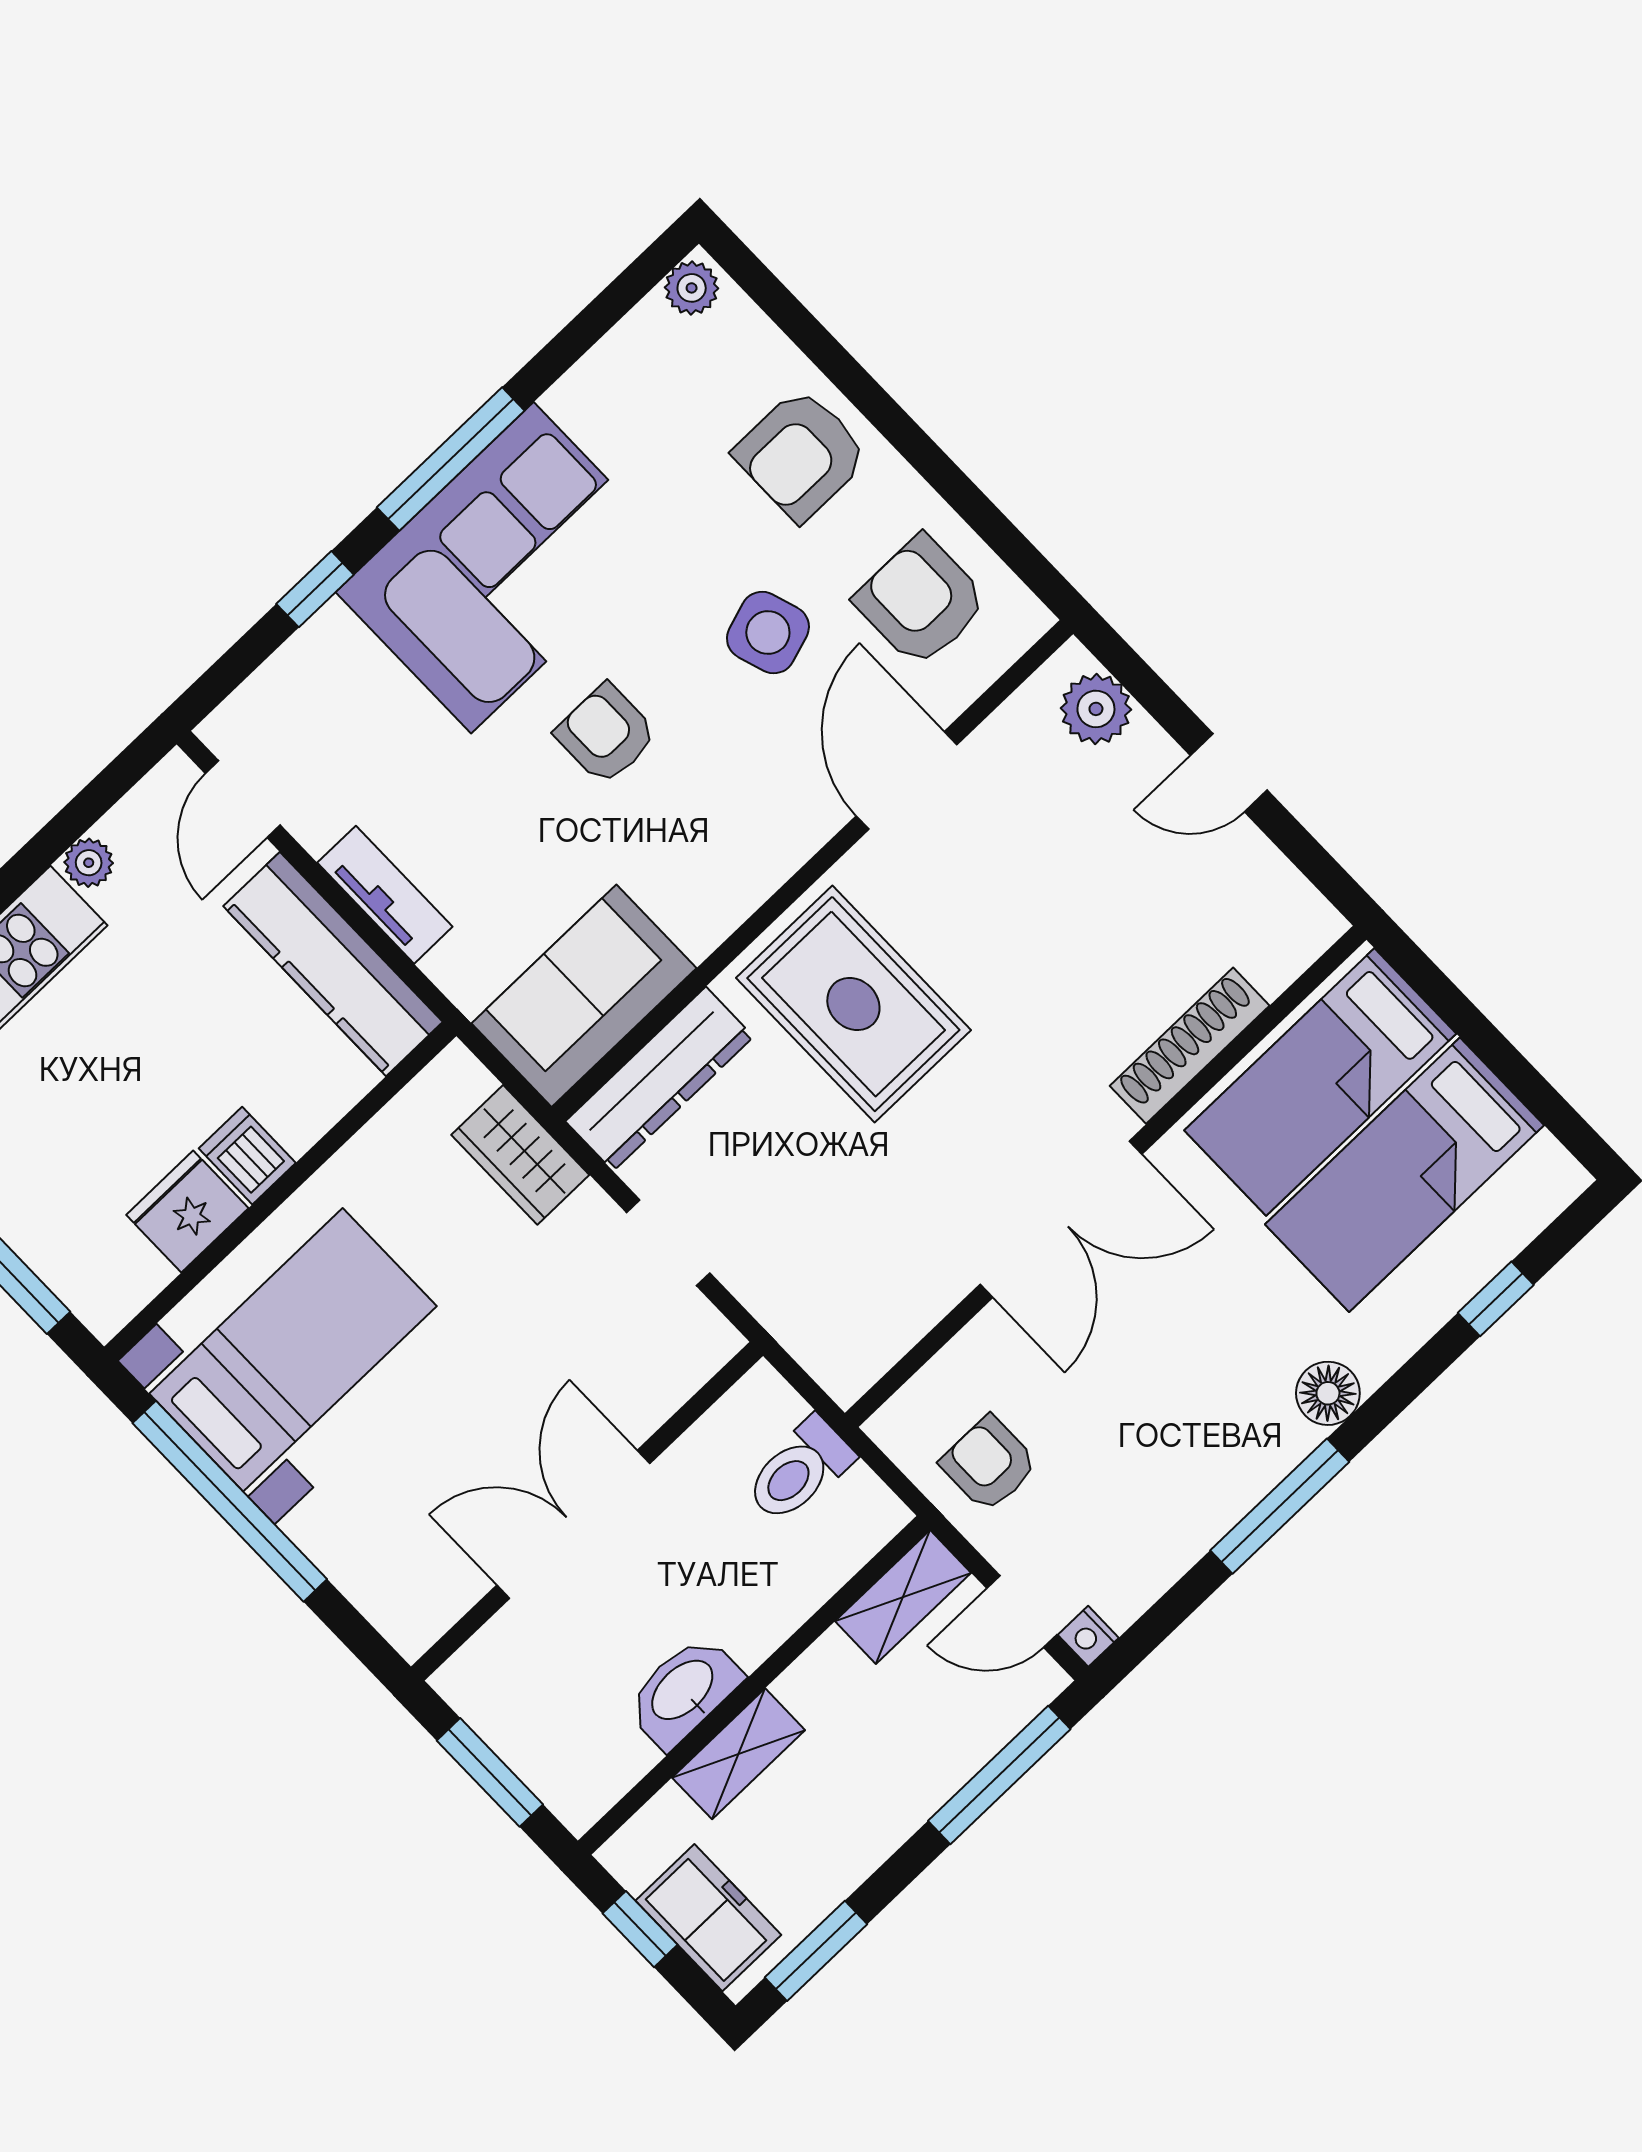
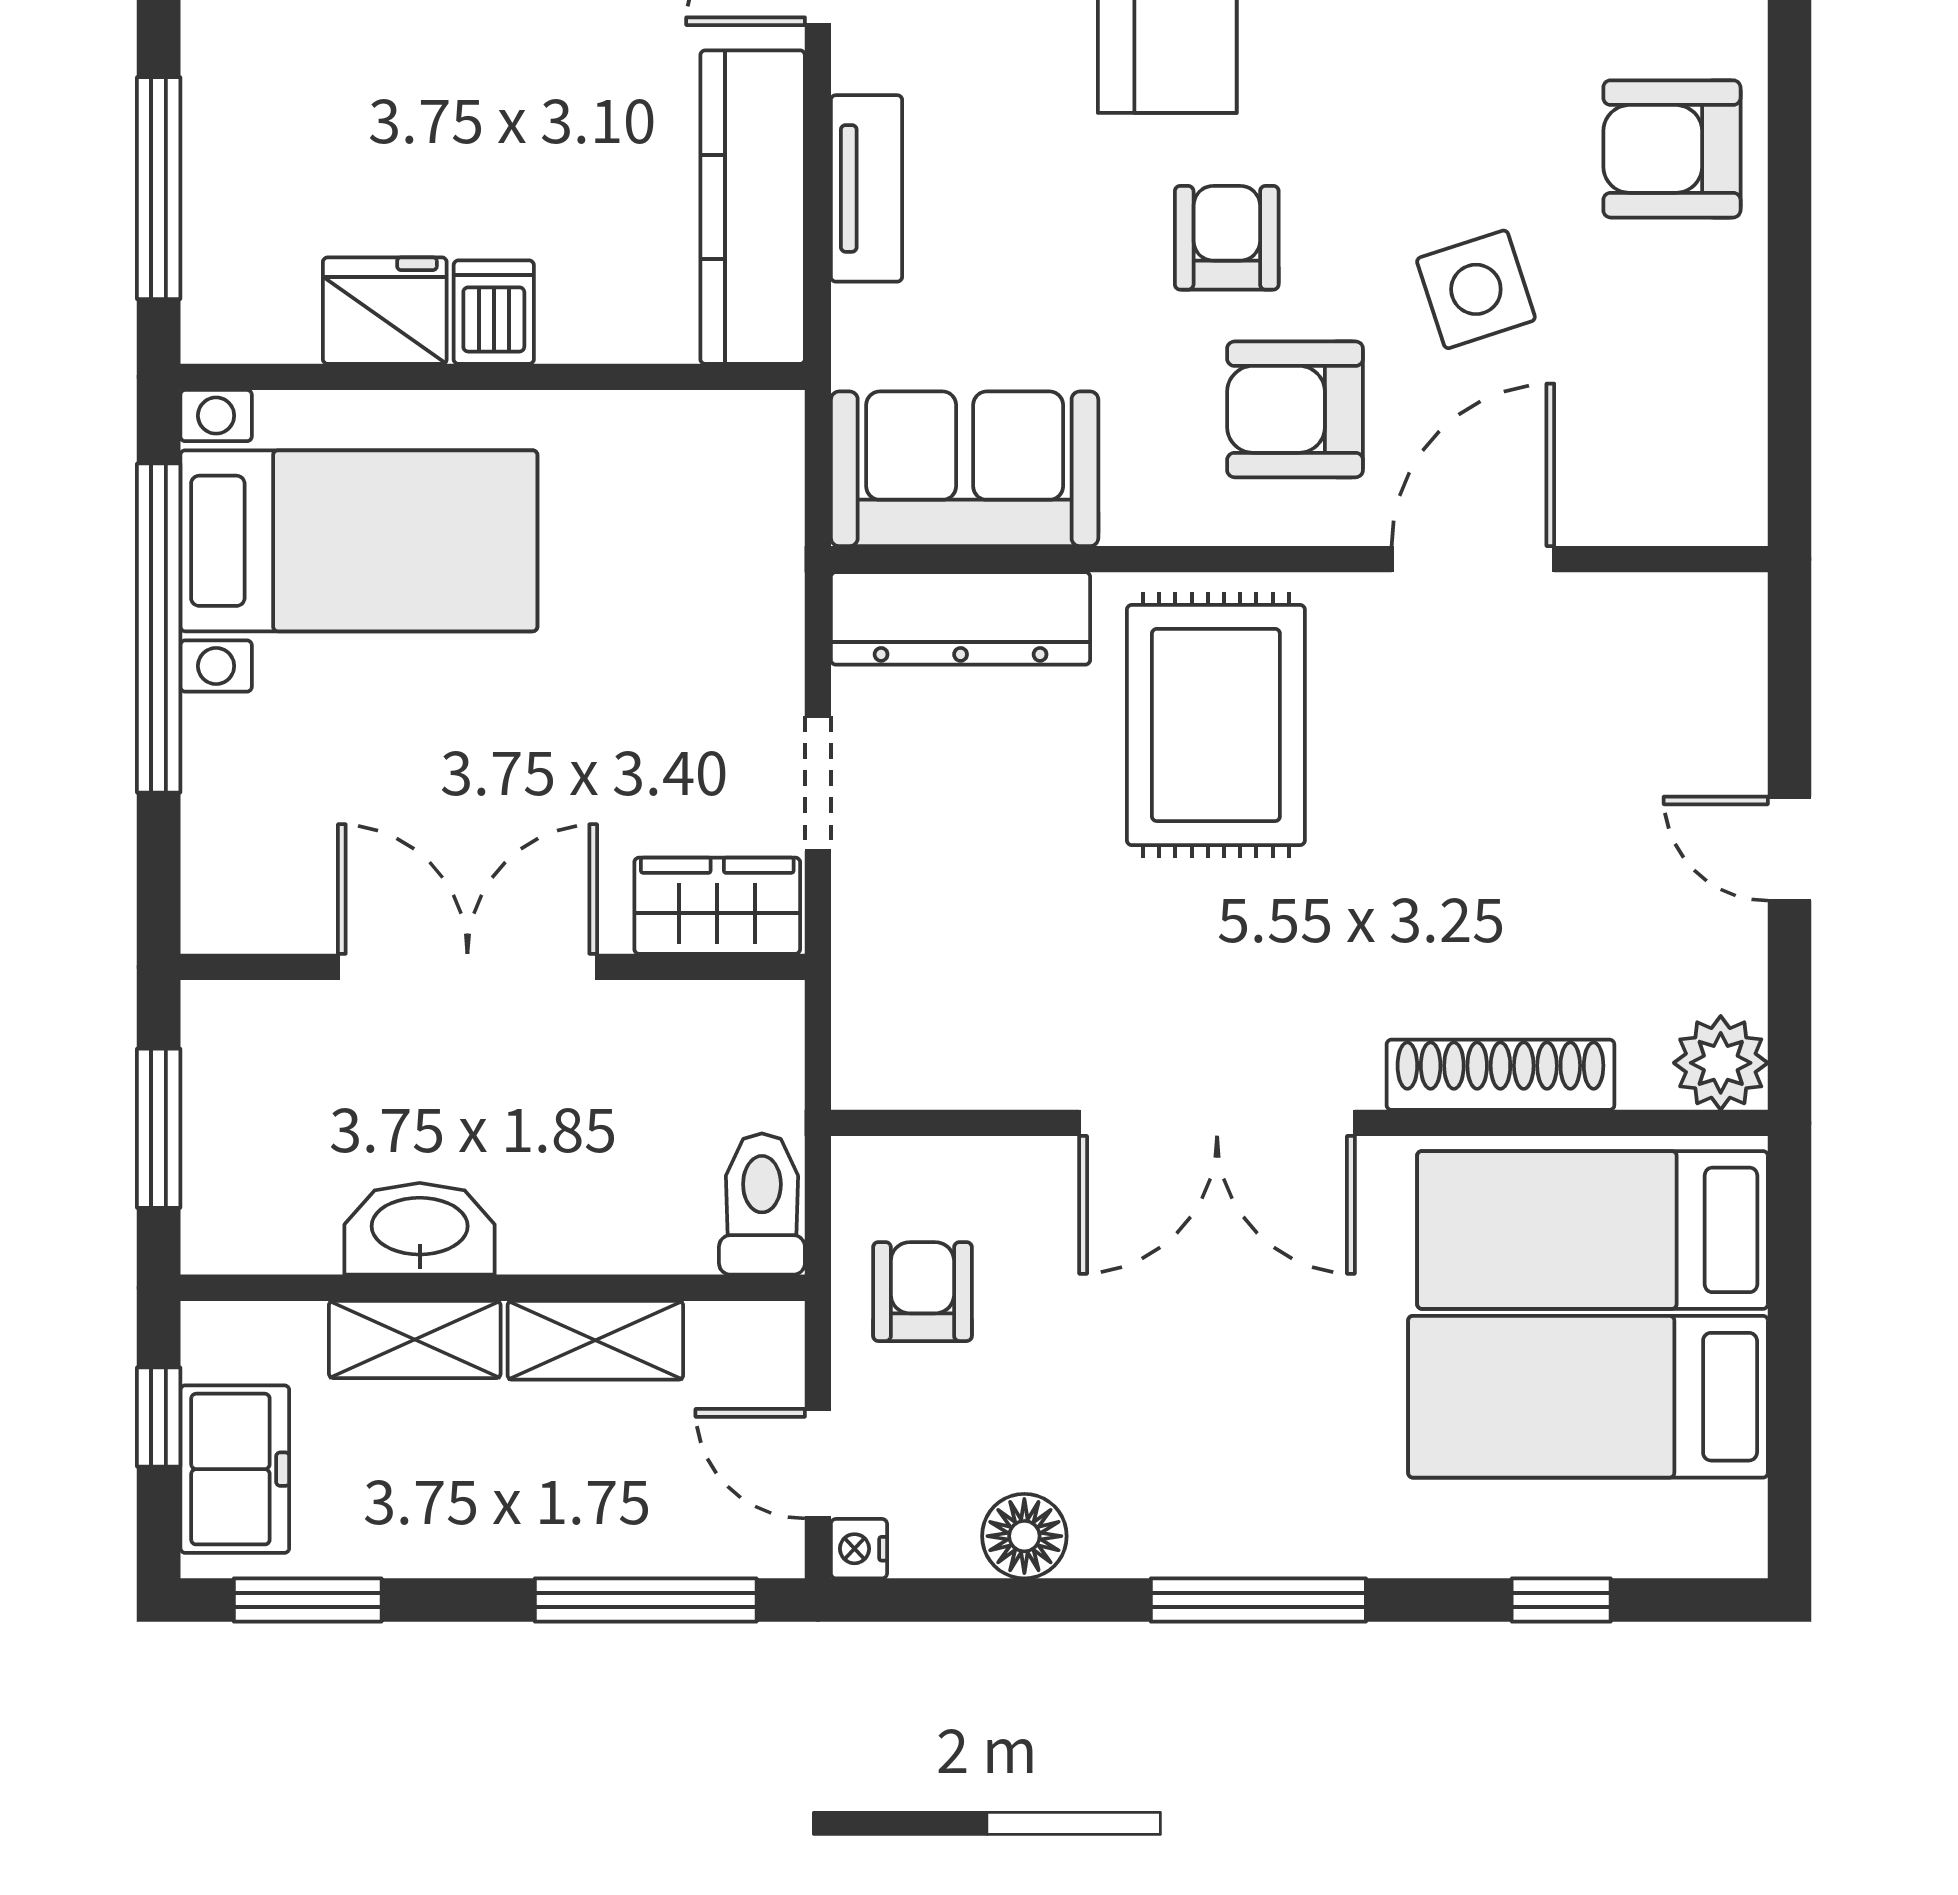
armchair: (921, 601) -> (1295, 409), moved, turned -90
plant: (1096, 709) -> (1721, 1063), moved
wardrobe: (520, 1155) -> (717, 906), moved, turned 90
floor lamp: (1328, 1393) -> (1024, 1536), moved
toilet: (799, 1470) -> (762, 1204), moved, turned 90
window: (1280, 1506) -> (1258, 1600), moved
shelving: (903, 1597) -> (595, 1340), moved

